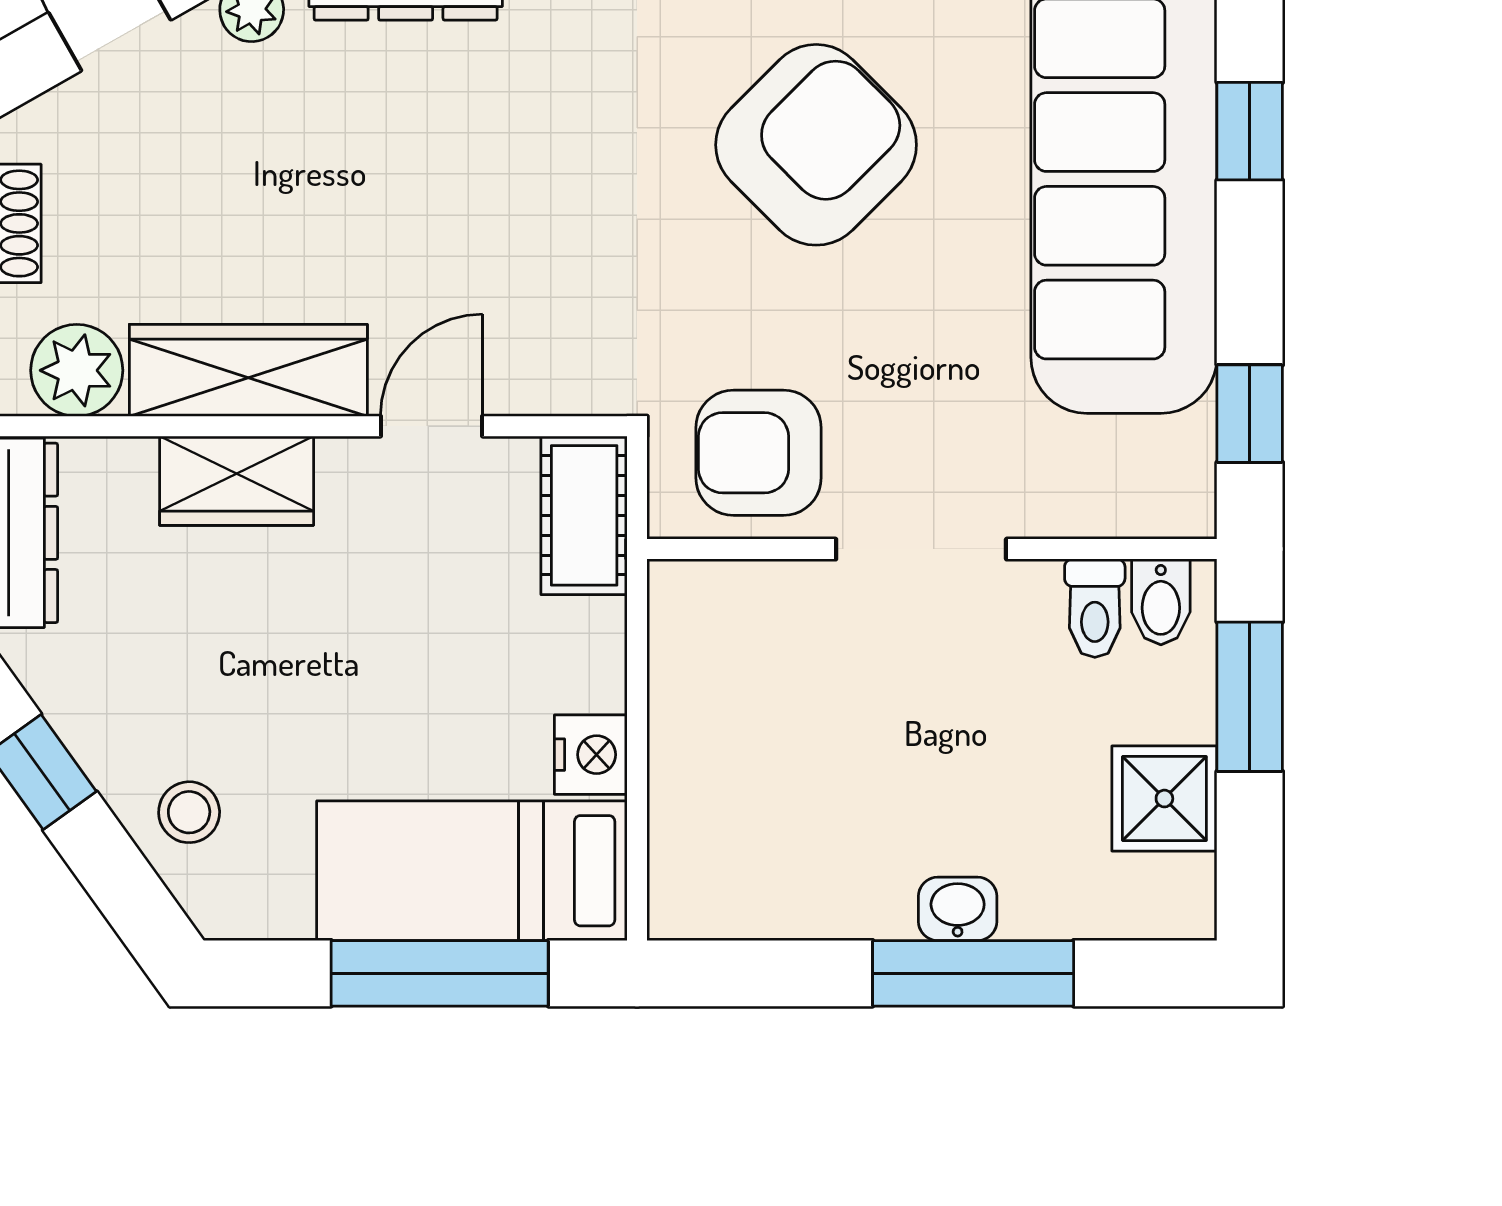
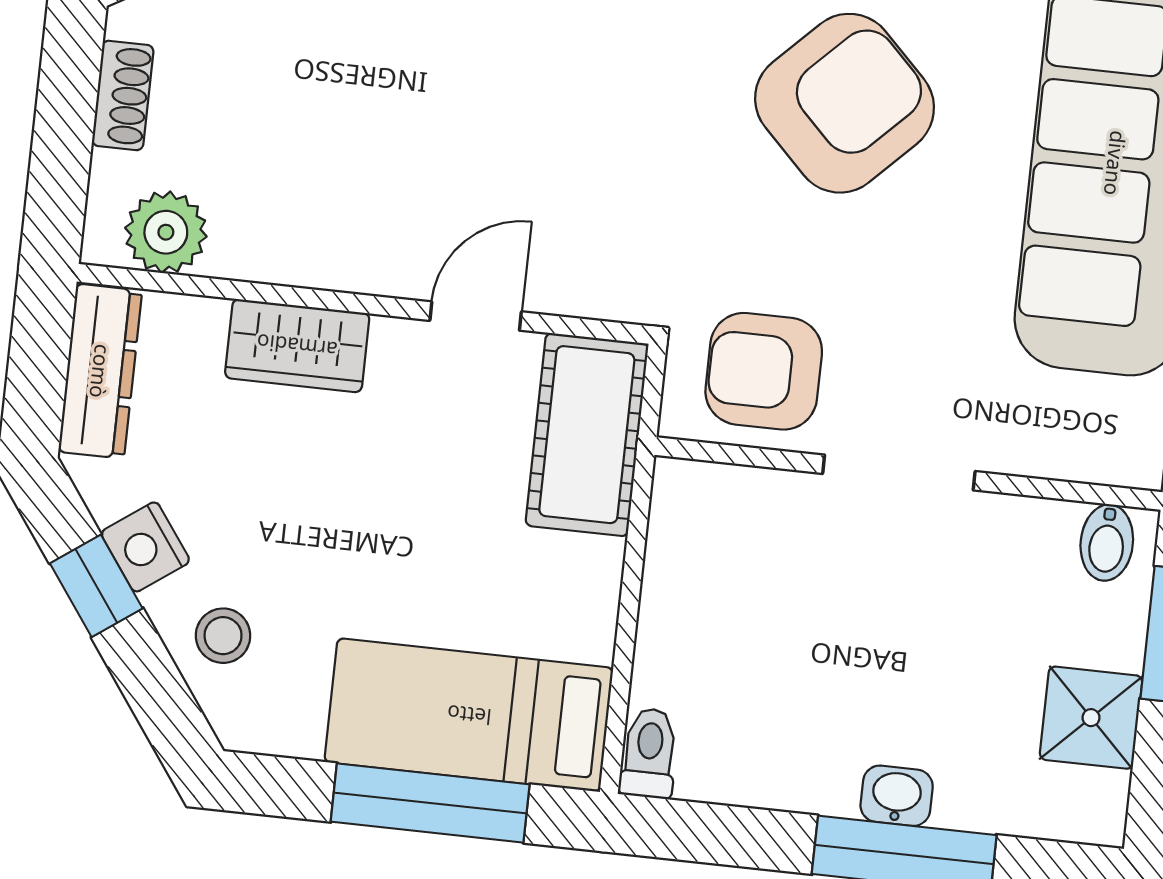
wardrobe: (248, 370) -> (318, 249), removed
cot: (584, 515) -> (587, 435), width x1.37, depth x1.34
toilet: (1095, 608) -> (649, 753), moved, turned 180
nightstand: (591, 755) -> (145, 547), moved, turned 144

